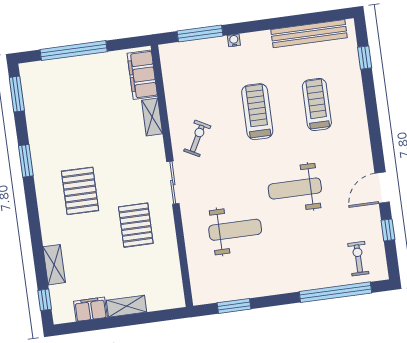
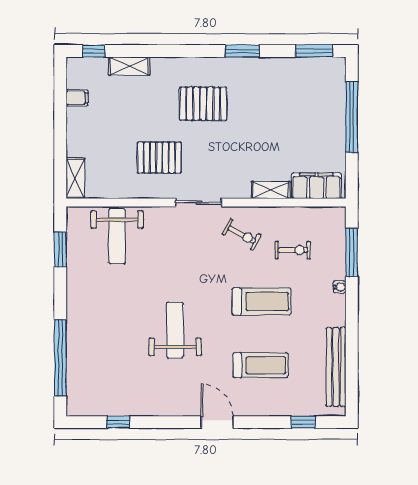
door: (382, 188) -> (217, 422), moved
weight bench: (235, 230) -> (117, 236), moved
exercise bike: (358, 259) -> (293, 250), moved
shelving: (127, 306) -> (75, 178), moved
filing cabinet: (90, 309) -> (77, 98), width x0.50

